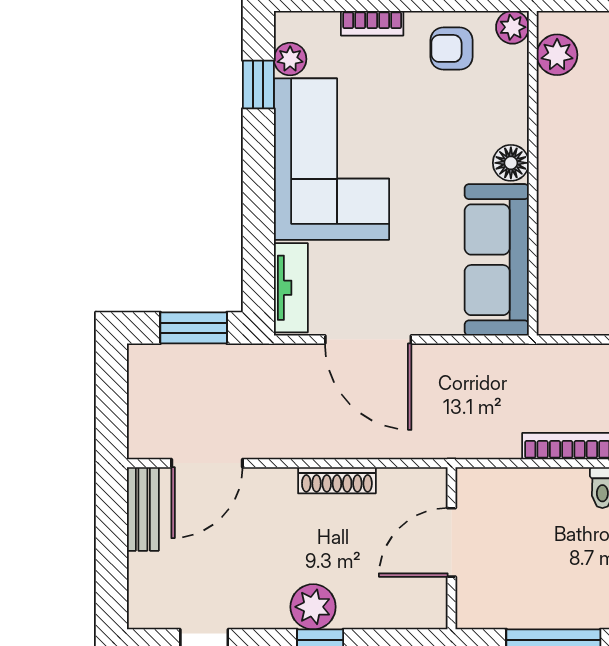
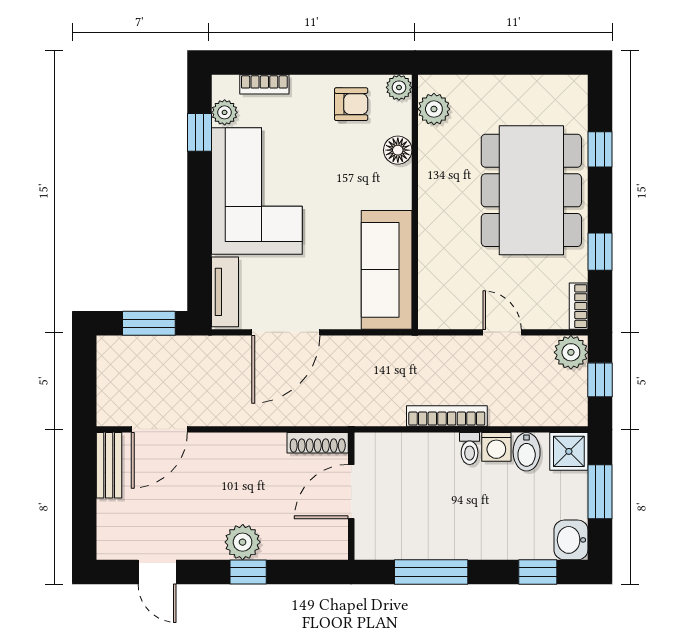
bookcase: (372, 23) -> (264, 84), moved
armchair: (451, 48) -> (351, 104), turned 180
floor lamp: (511, 163) -> (398, 150), moved
door: (368, 339) -> (286, 332), hinge flipped
shoe rack: (337, 480) -> (318, 443), moved

